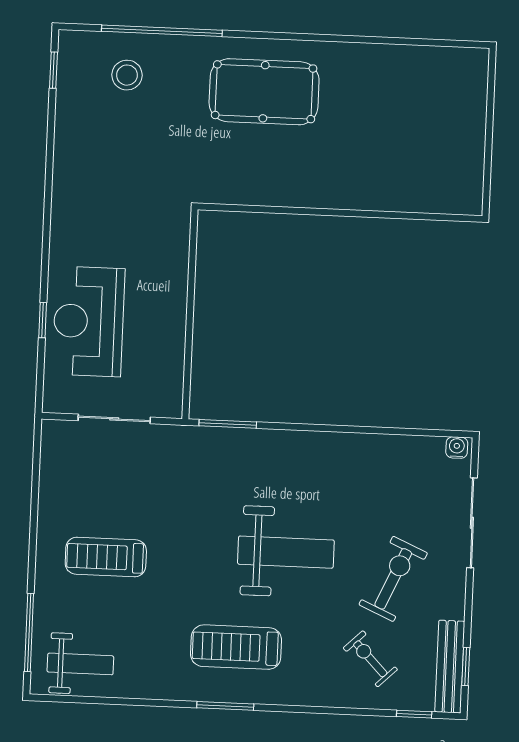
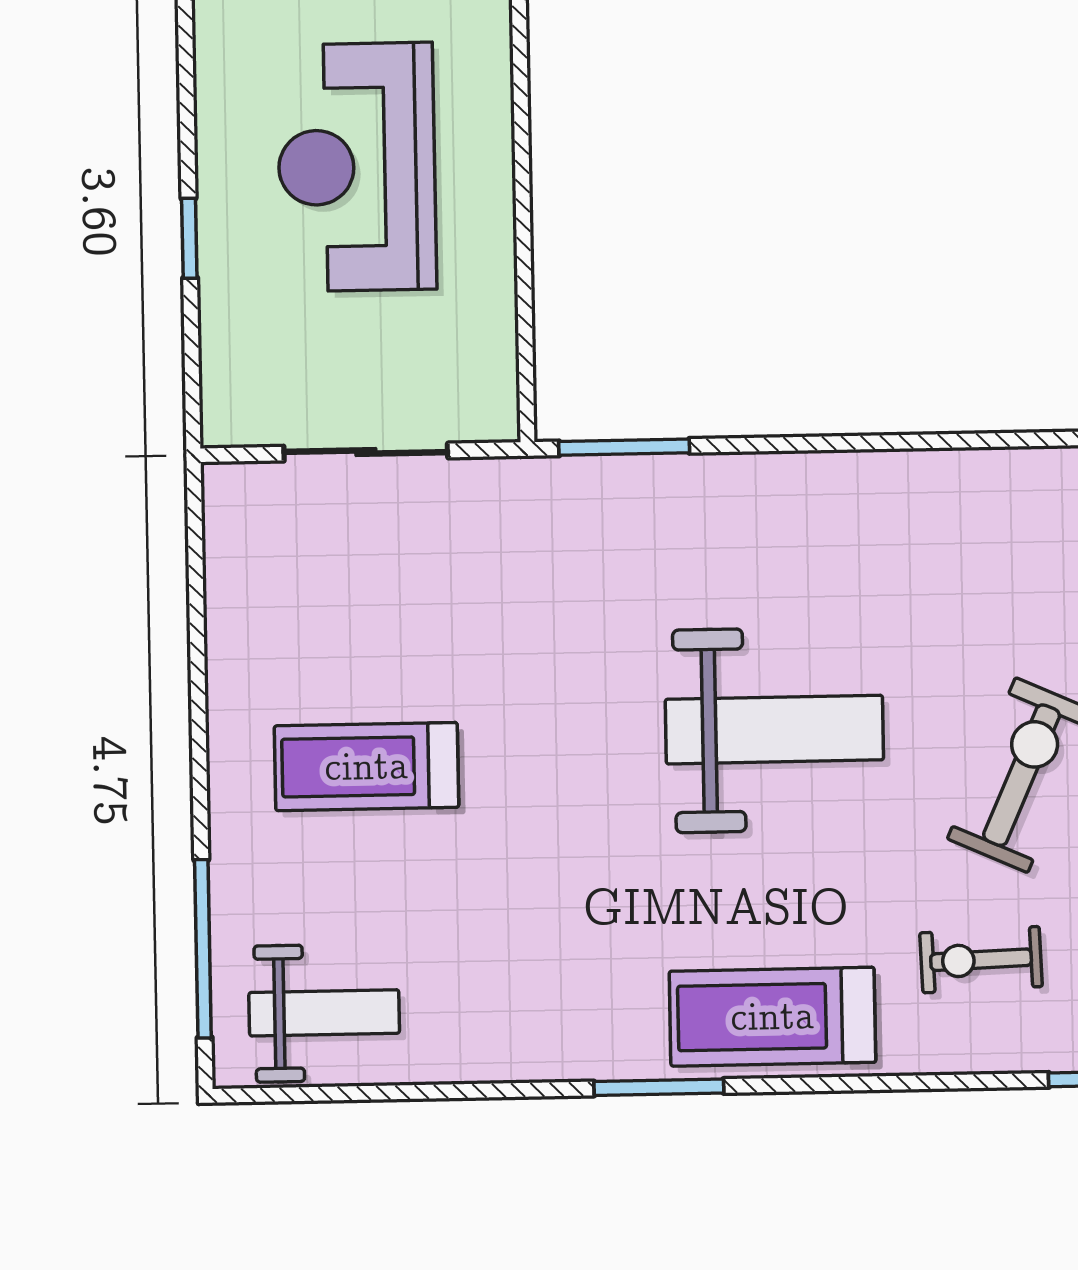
reception desk: (89, 321) -> (357, 167), moved
treadmill: (236, 647) -> (772, 1017), moved
exercise bike: (370, 659) -> (981, 960), turned -48

